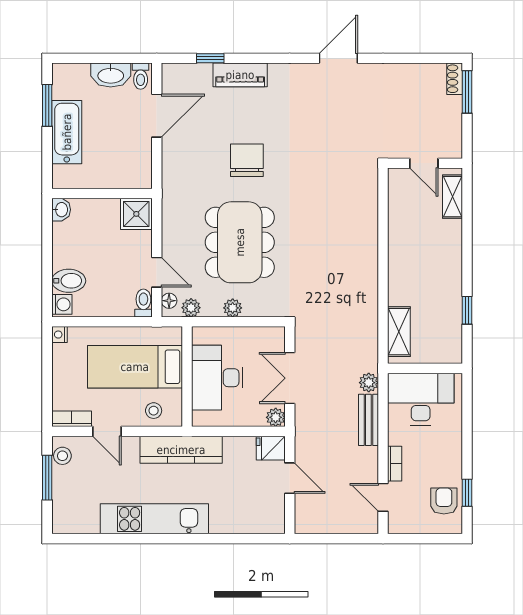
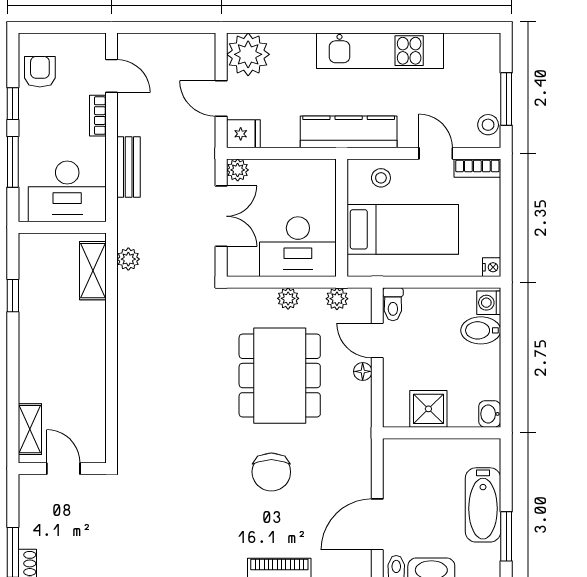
shower: (136, 214) -> (428, 409), moved
floor lamp: (169, 301) -> (363, 371), moved
desk: (217, 378) -> (298, 247), moved, turned 90
plant: (369, 383) -> (128, 259), moved
window: (467, 424) -> (13, 162), added
window: (467, 493) -> (13, 104), moved
armchair: (444, 501) -> (40, 72), turned 180
plant: (267, 516) -> (248, 54), added

